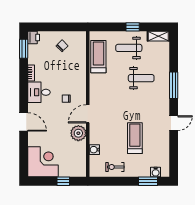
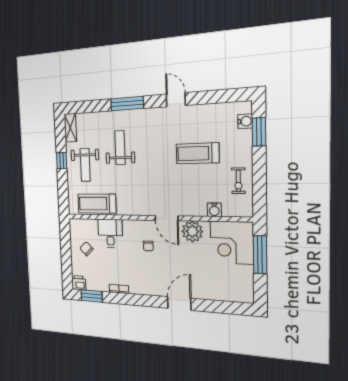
desk: (39, 92) -> (110, 233), moved, turned 180
corner desk: (43, 162) -> (232, 243), moved, turned -90
window: (63, 181) -> (260, 255), width x2.17

